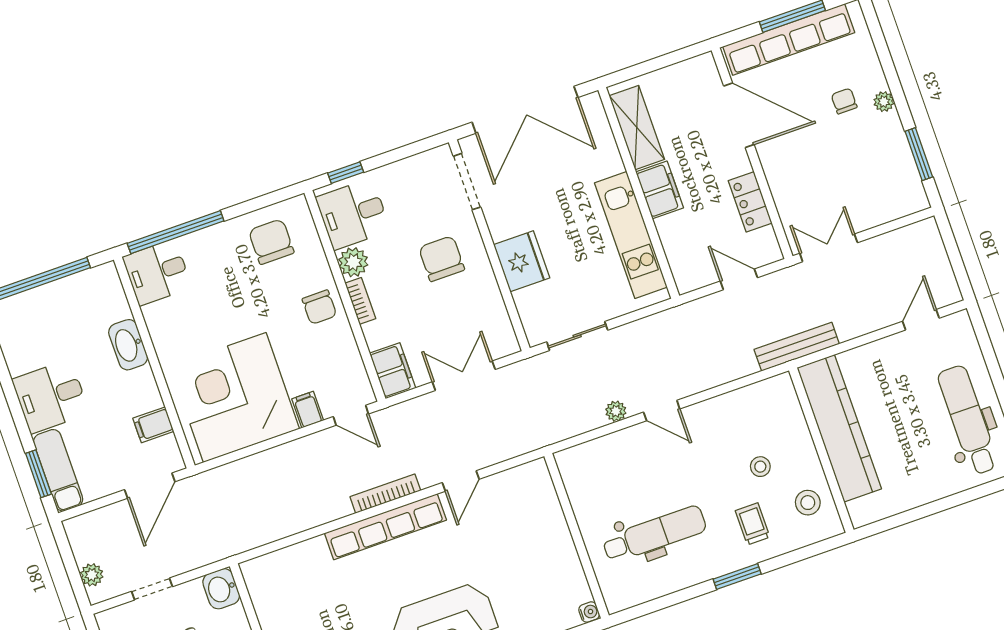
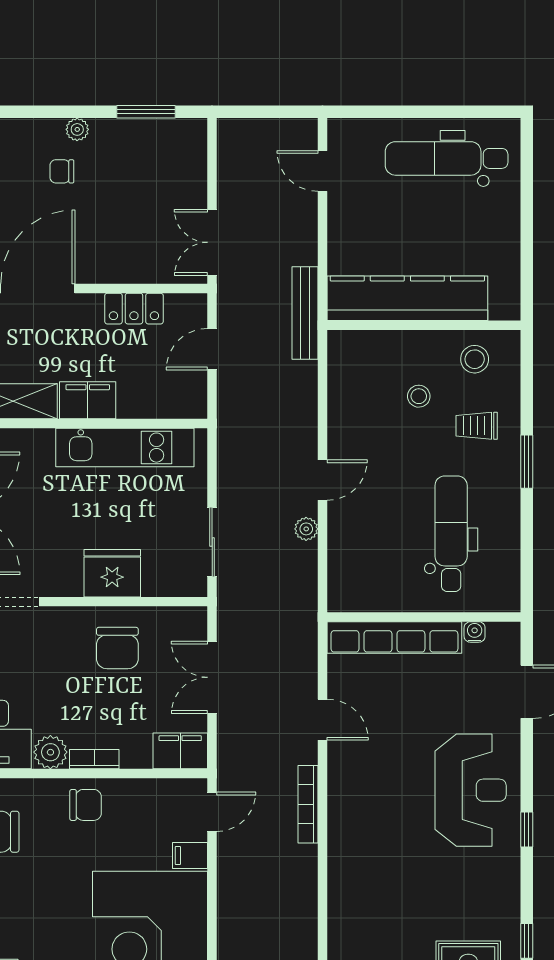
chair: (442, 259) -> (117, 648), moved, turned -90
row of seats: (385, 527) -> (394, 638), moved, turned 90
water cooler: (589, 612) -> (475, 632), moved

